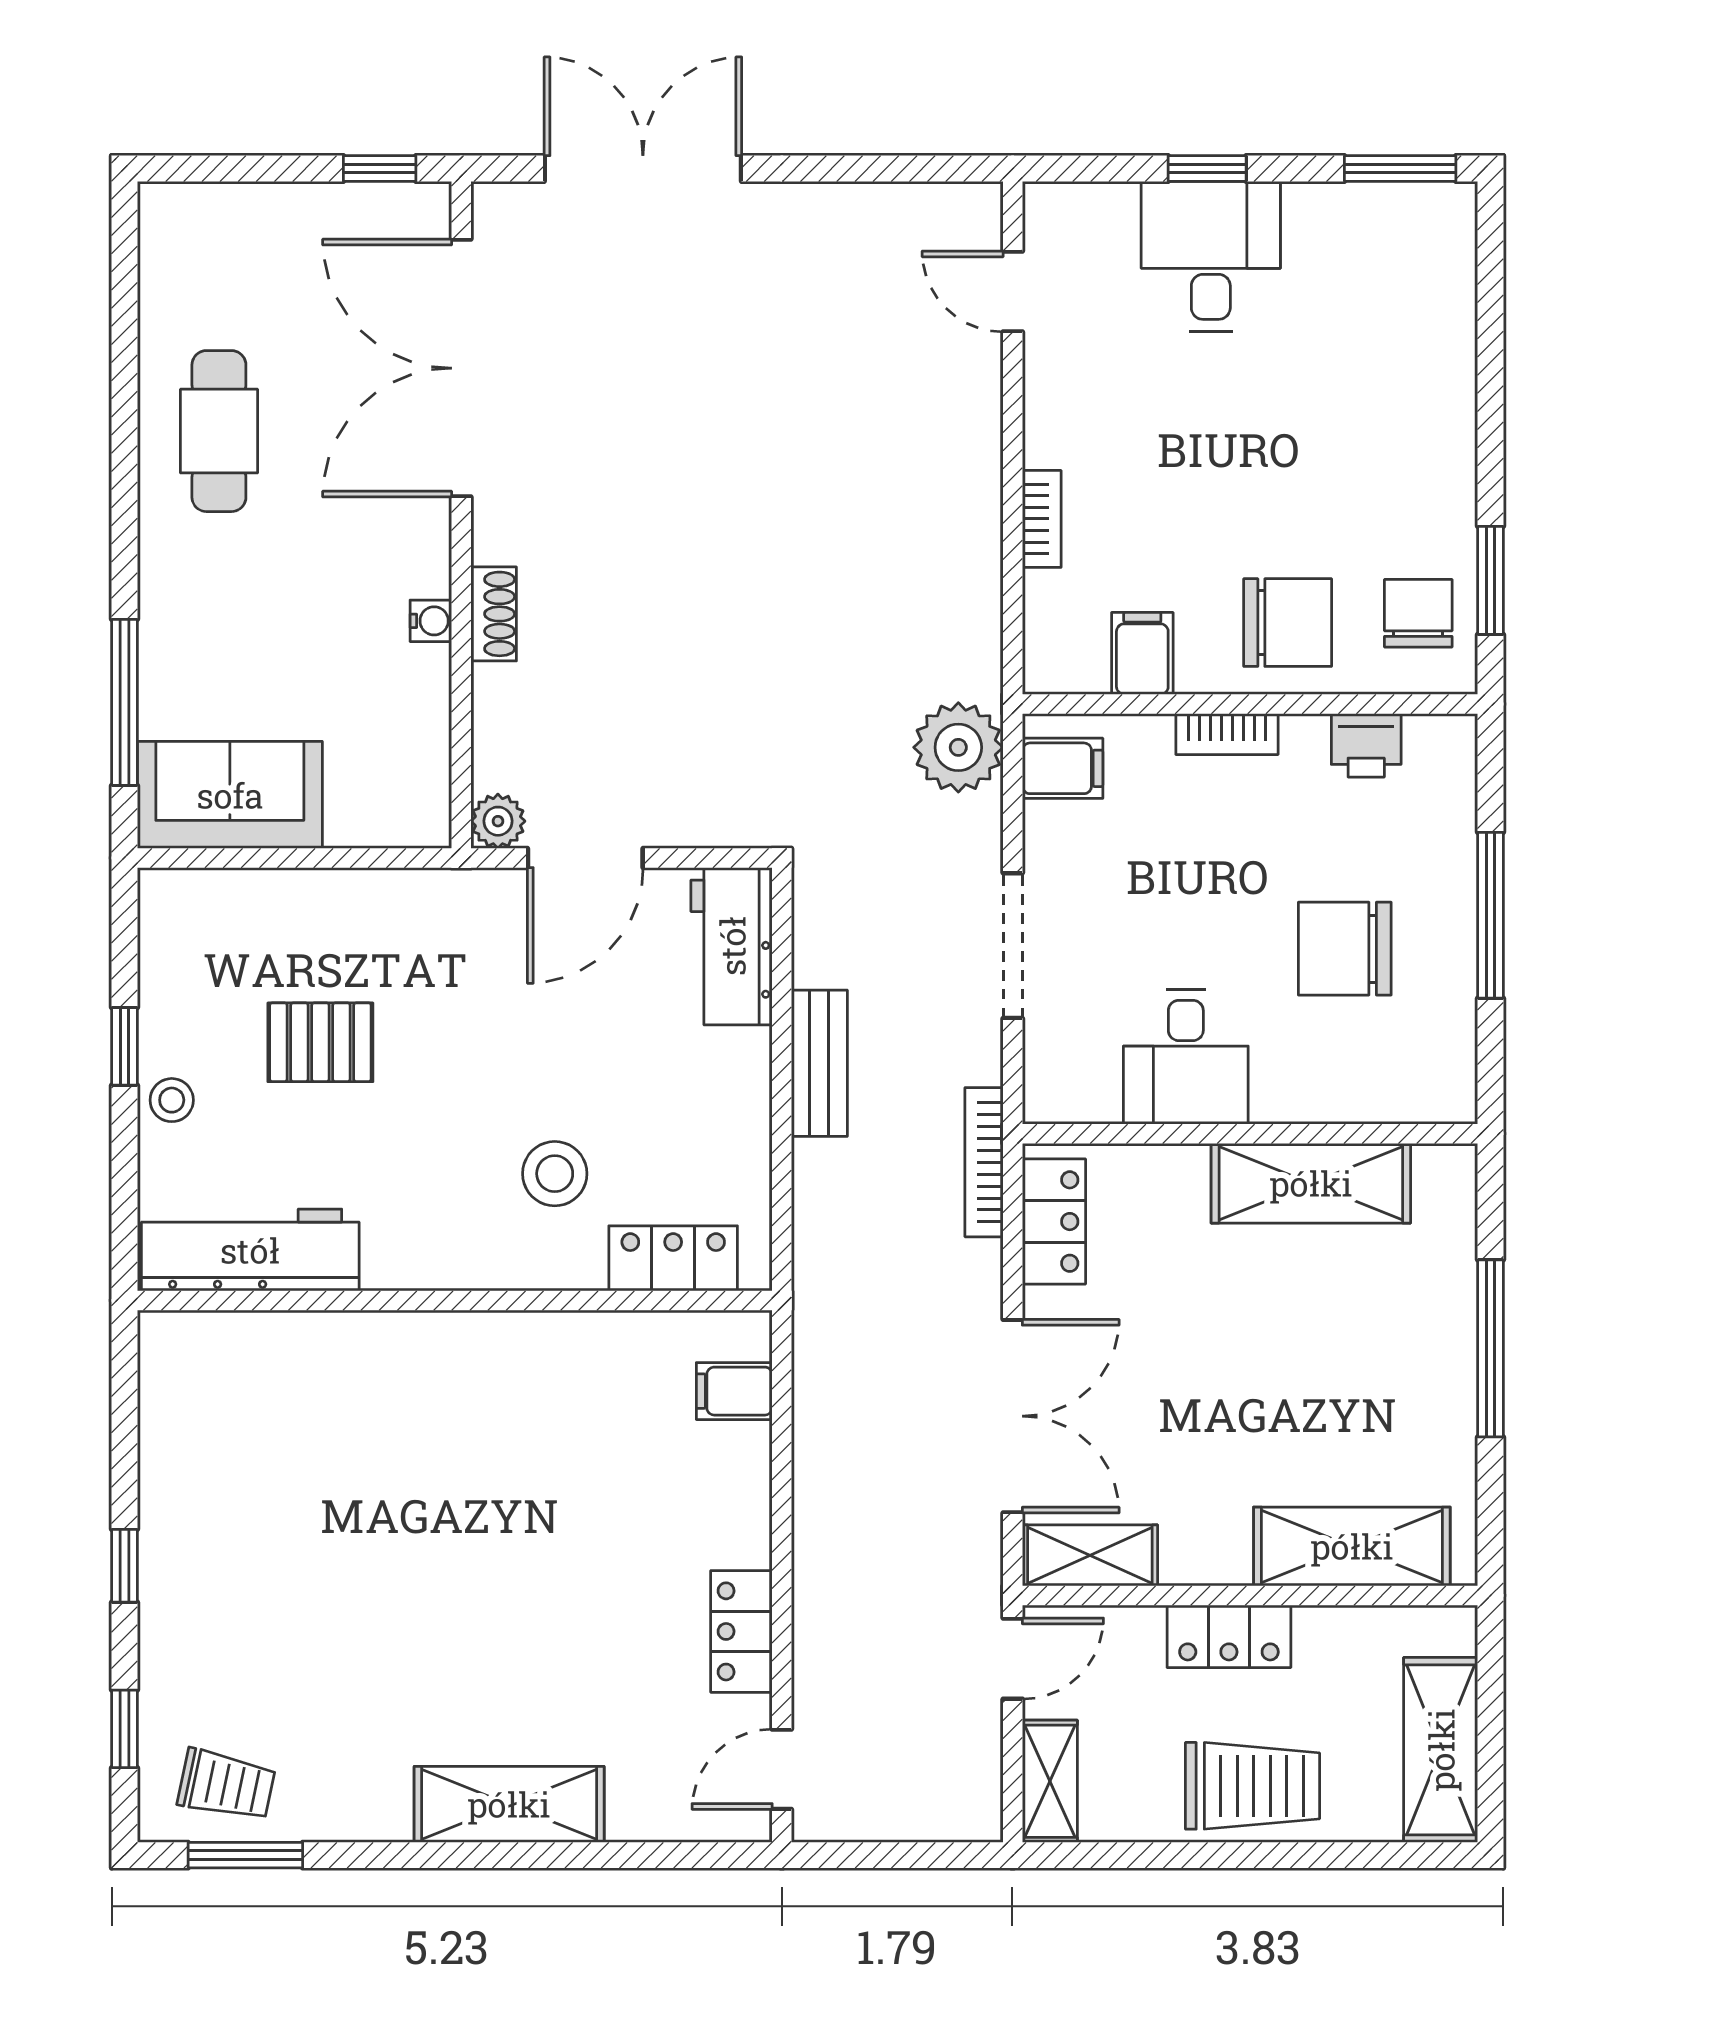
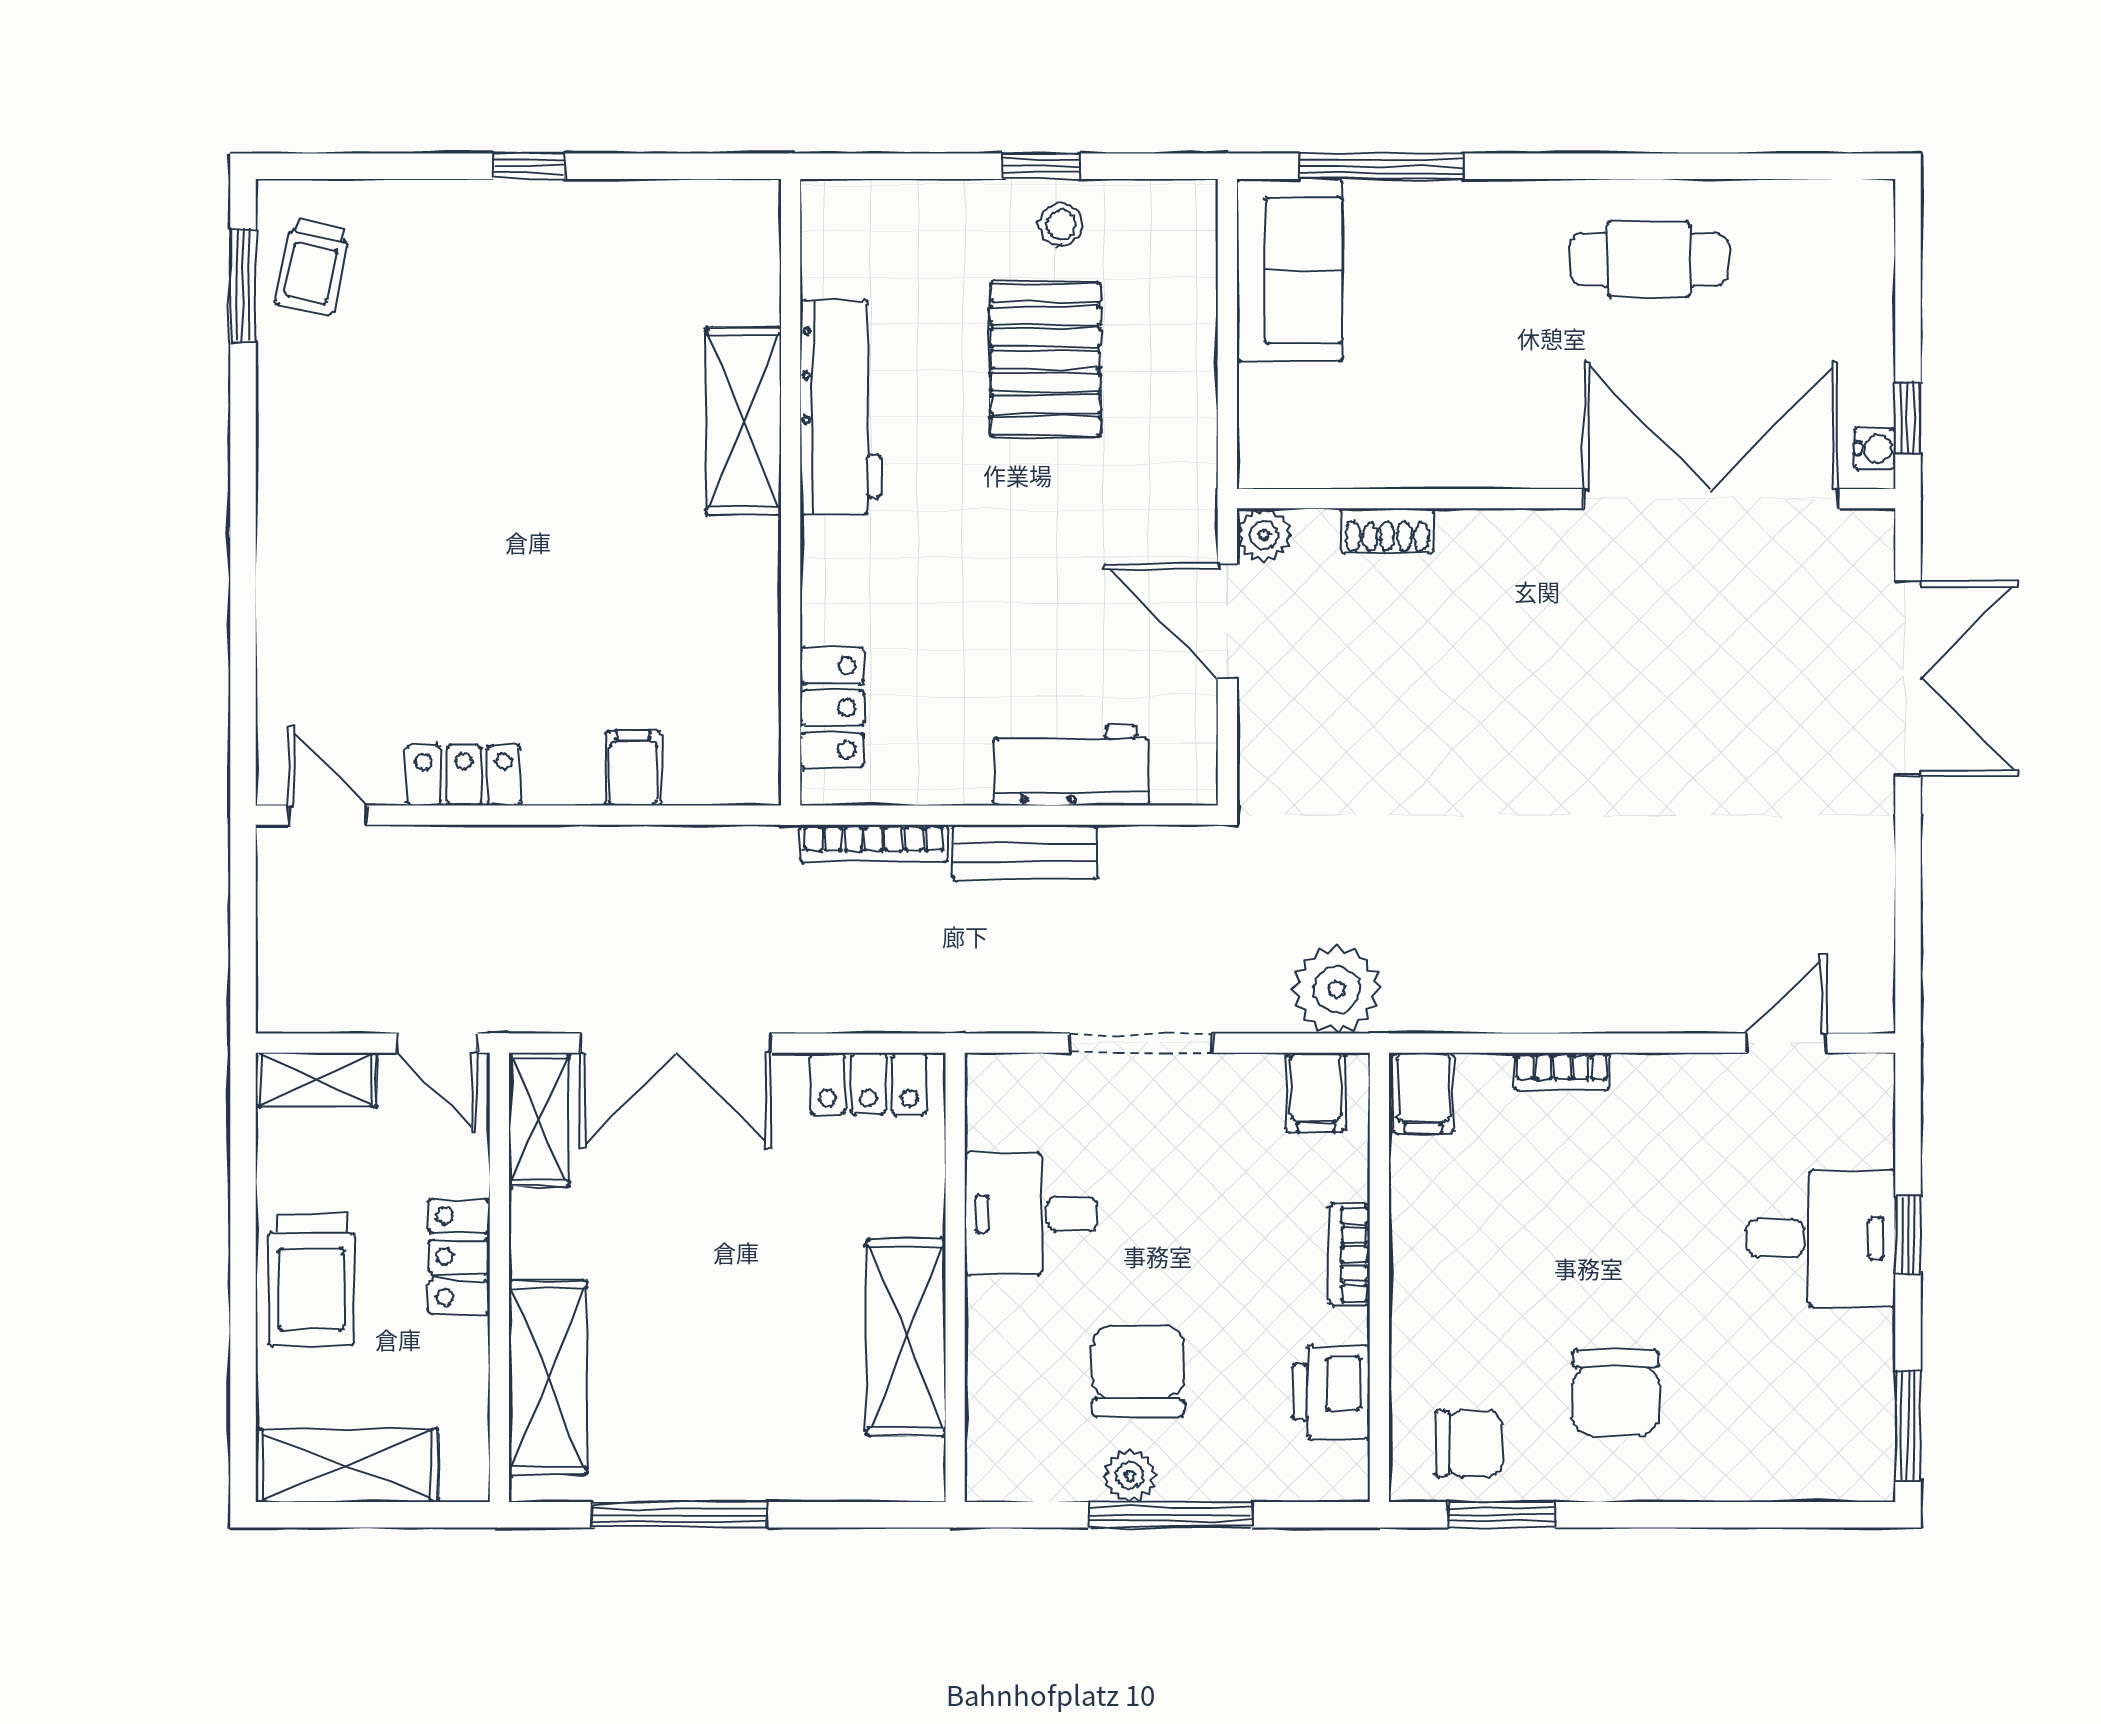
shoe rack: (494, 614) -> (1387, 531), moved
water cooler: (431, 621) -> (1875, 449), moved, turned -90
chair: (1288, 623) -> (1616, 1393), moved
filing cabinet: (1142, 653) -> (1423, 1093), moved, turned 90
printer: (1366, 745) -> (1331, 1392), width x1.36, depth x1.24
workbench: (732, 946) -> (1071, 765), moved
plant: (1451, 957) -> (1130, 1476), added
pallet: (320, 1042) -> (1045, 360), width x1.50, depth x1.42
stool: (172, 1100) -> (1061, 225), moved
bookcase: (984, 1162) -> (874, 843), moved, turned 180
stool: (555, 1174) -> (916, 591), removed
workbench: (250, 1250) -> (840, 408), moved
window: (1490, 1348) -> (679, 1515), moved
filing cabinet: (734, 1391) -> (633, 768), moved
window: (124, 1729) -> (368, 166), removed
shelving: (509, 1804) -> (744, 421), moved

